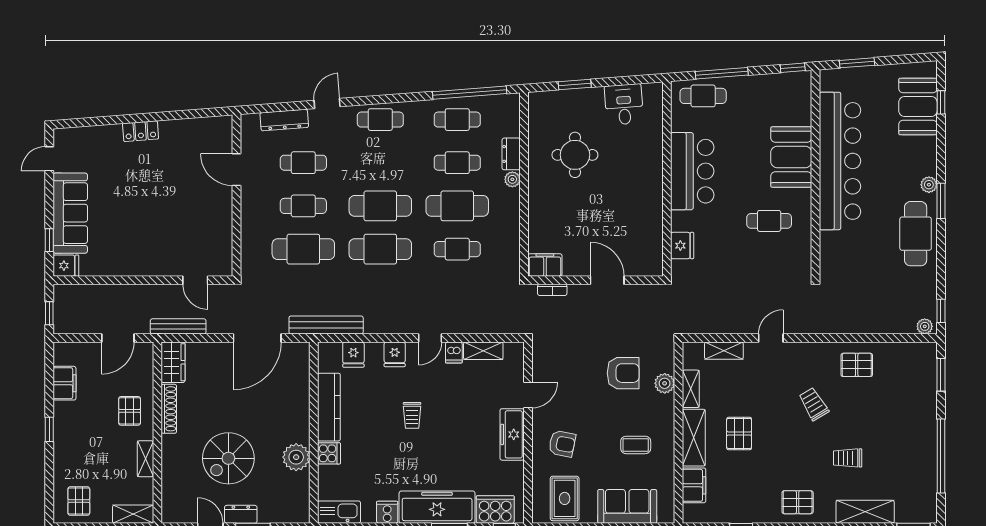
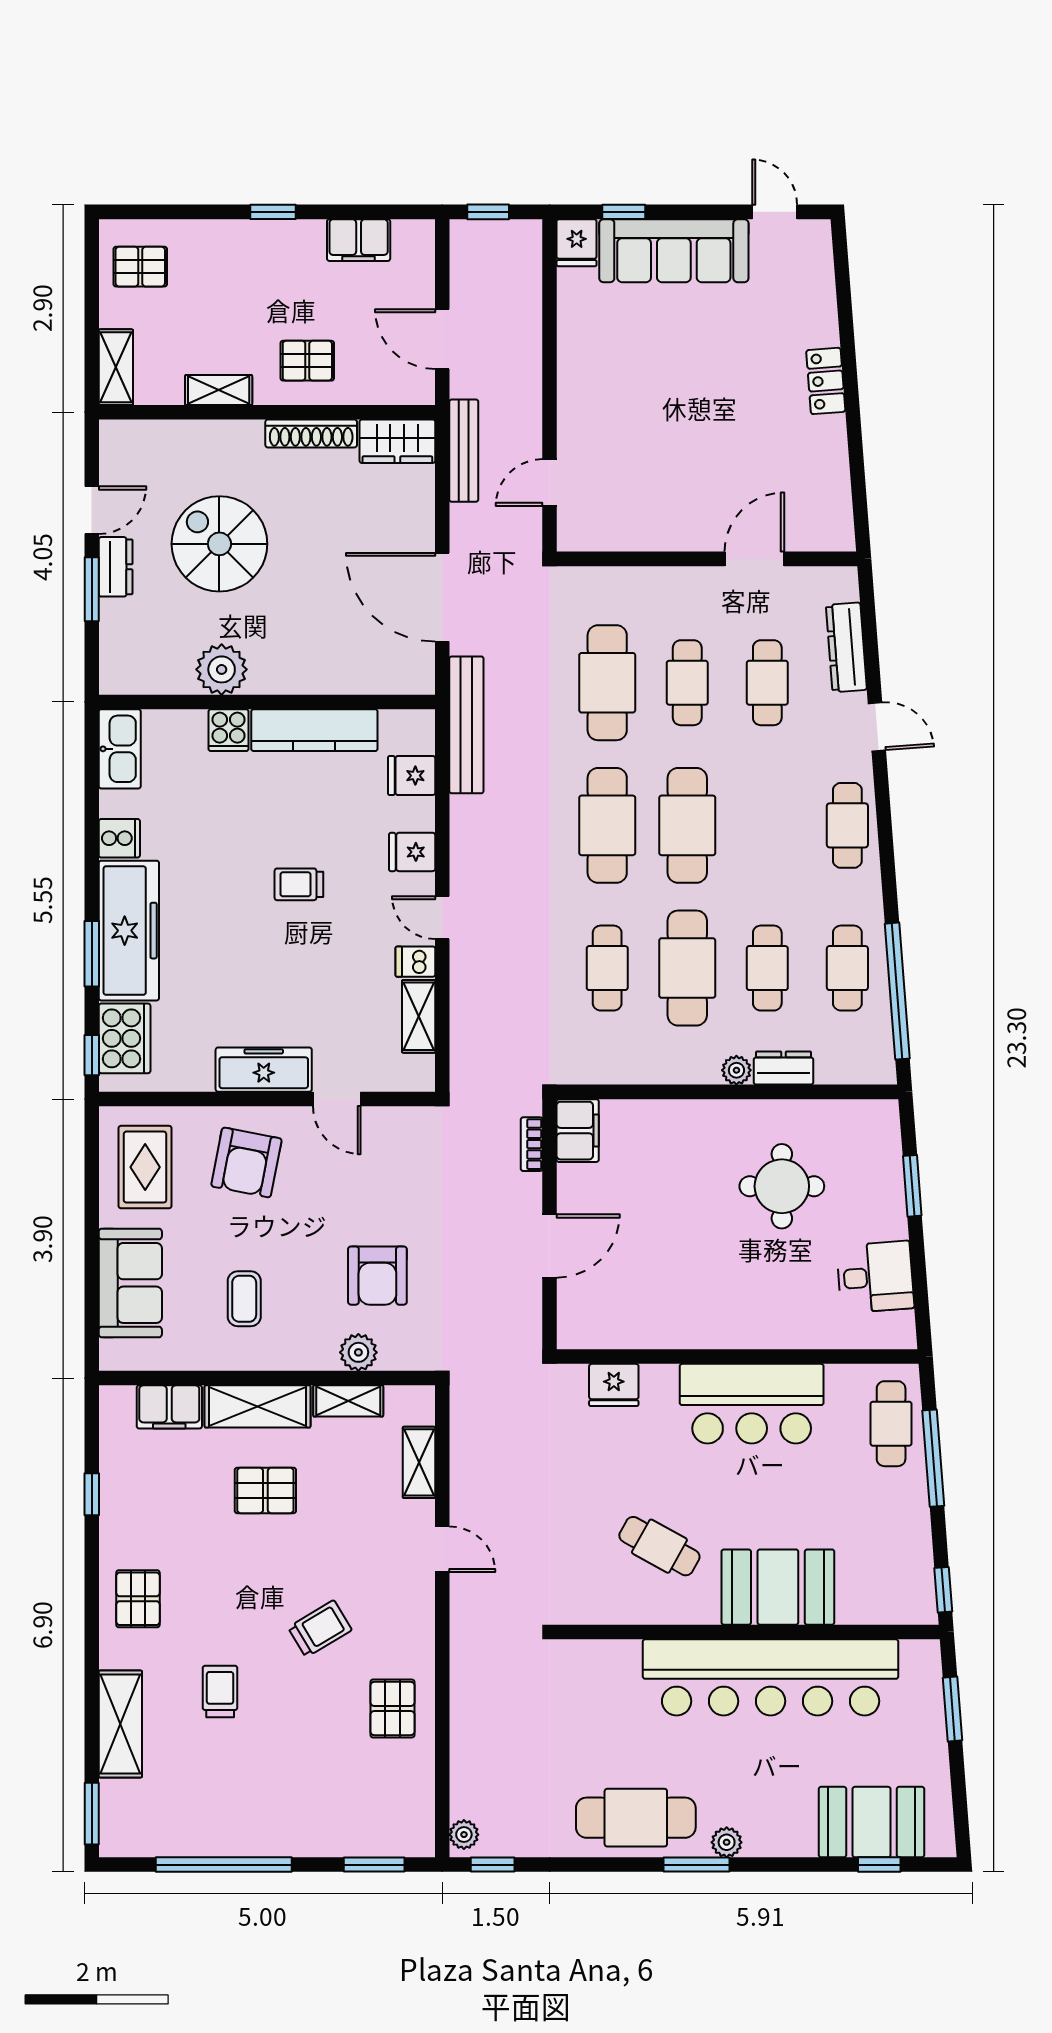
cafe table: (769, 221) -> (659, 1546), turned -61
armchair: (562, 444) -> (246, 1162), width x1.38, depth x1.38
rug: (565, 498) -> (145, 1167), turned 90

